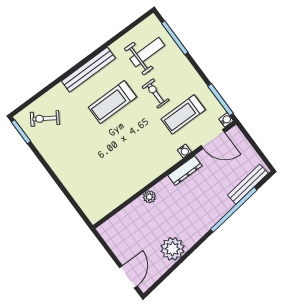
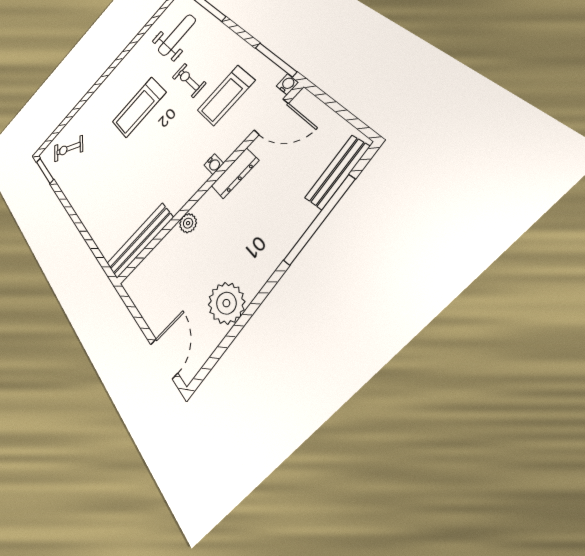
bench: (88, 70) -> (140, 241), moved
water cooler: (184, 151) -> (214, 164), moved

